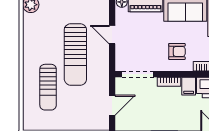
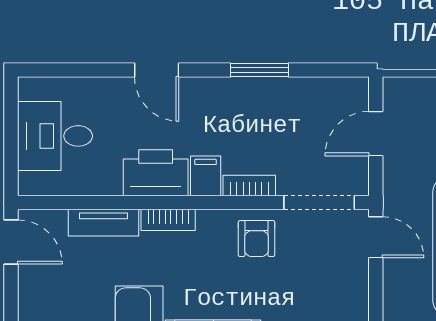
door: (112, 35) -> (376, 237), moved
armchair: (177, 51) -> (256, 239), moved, turned -90

